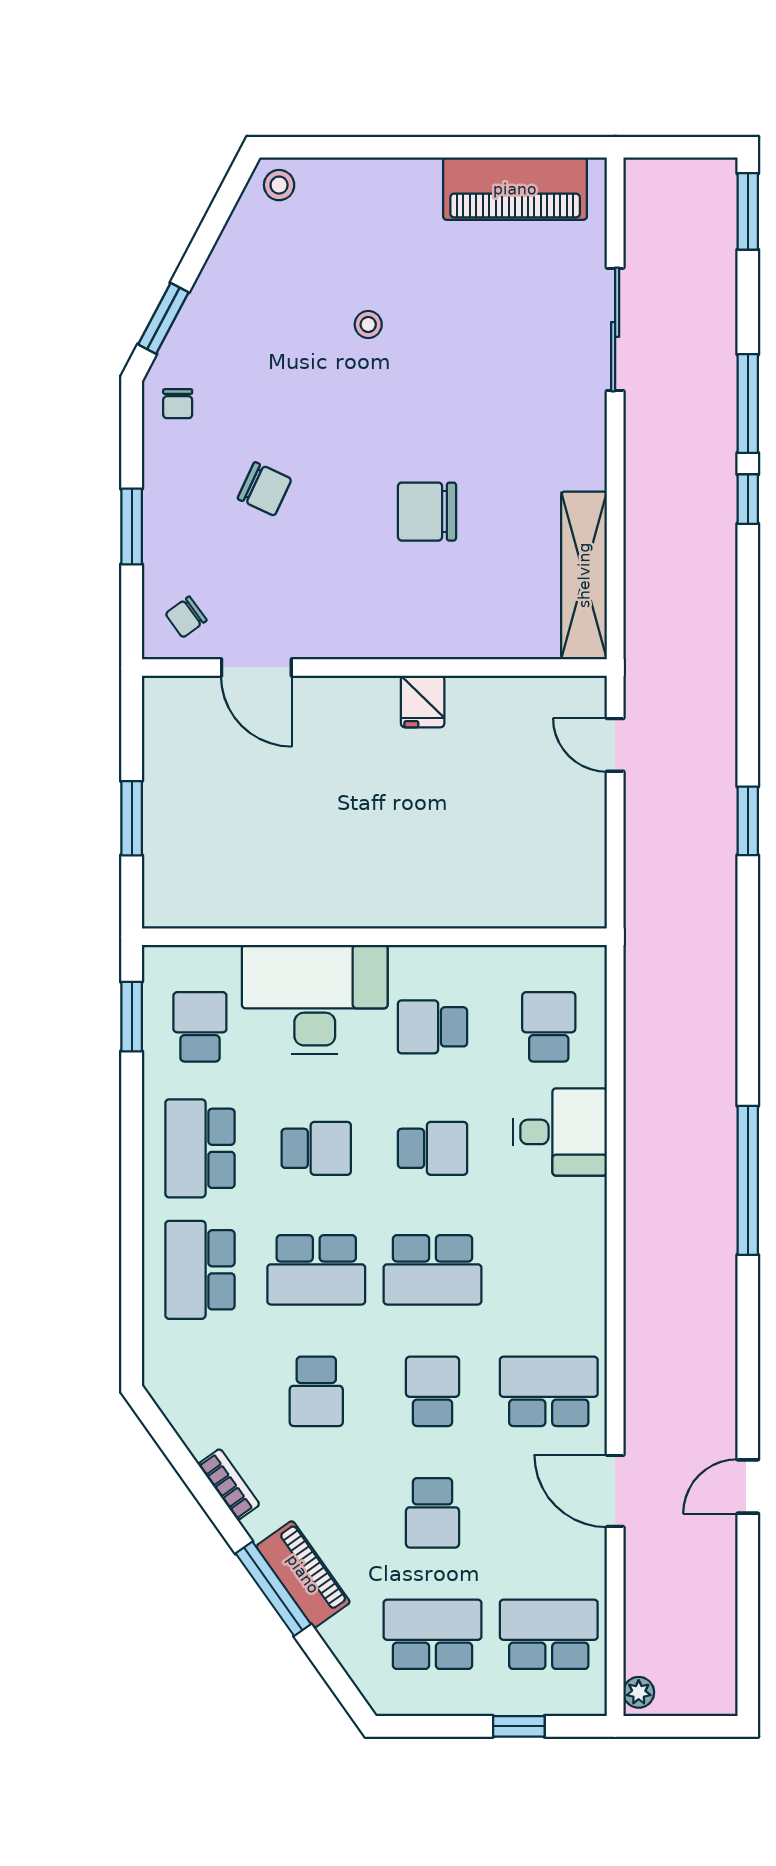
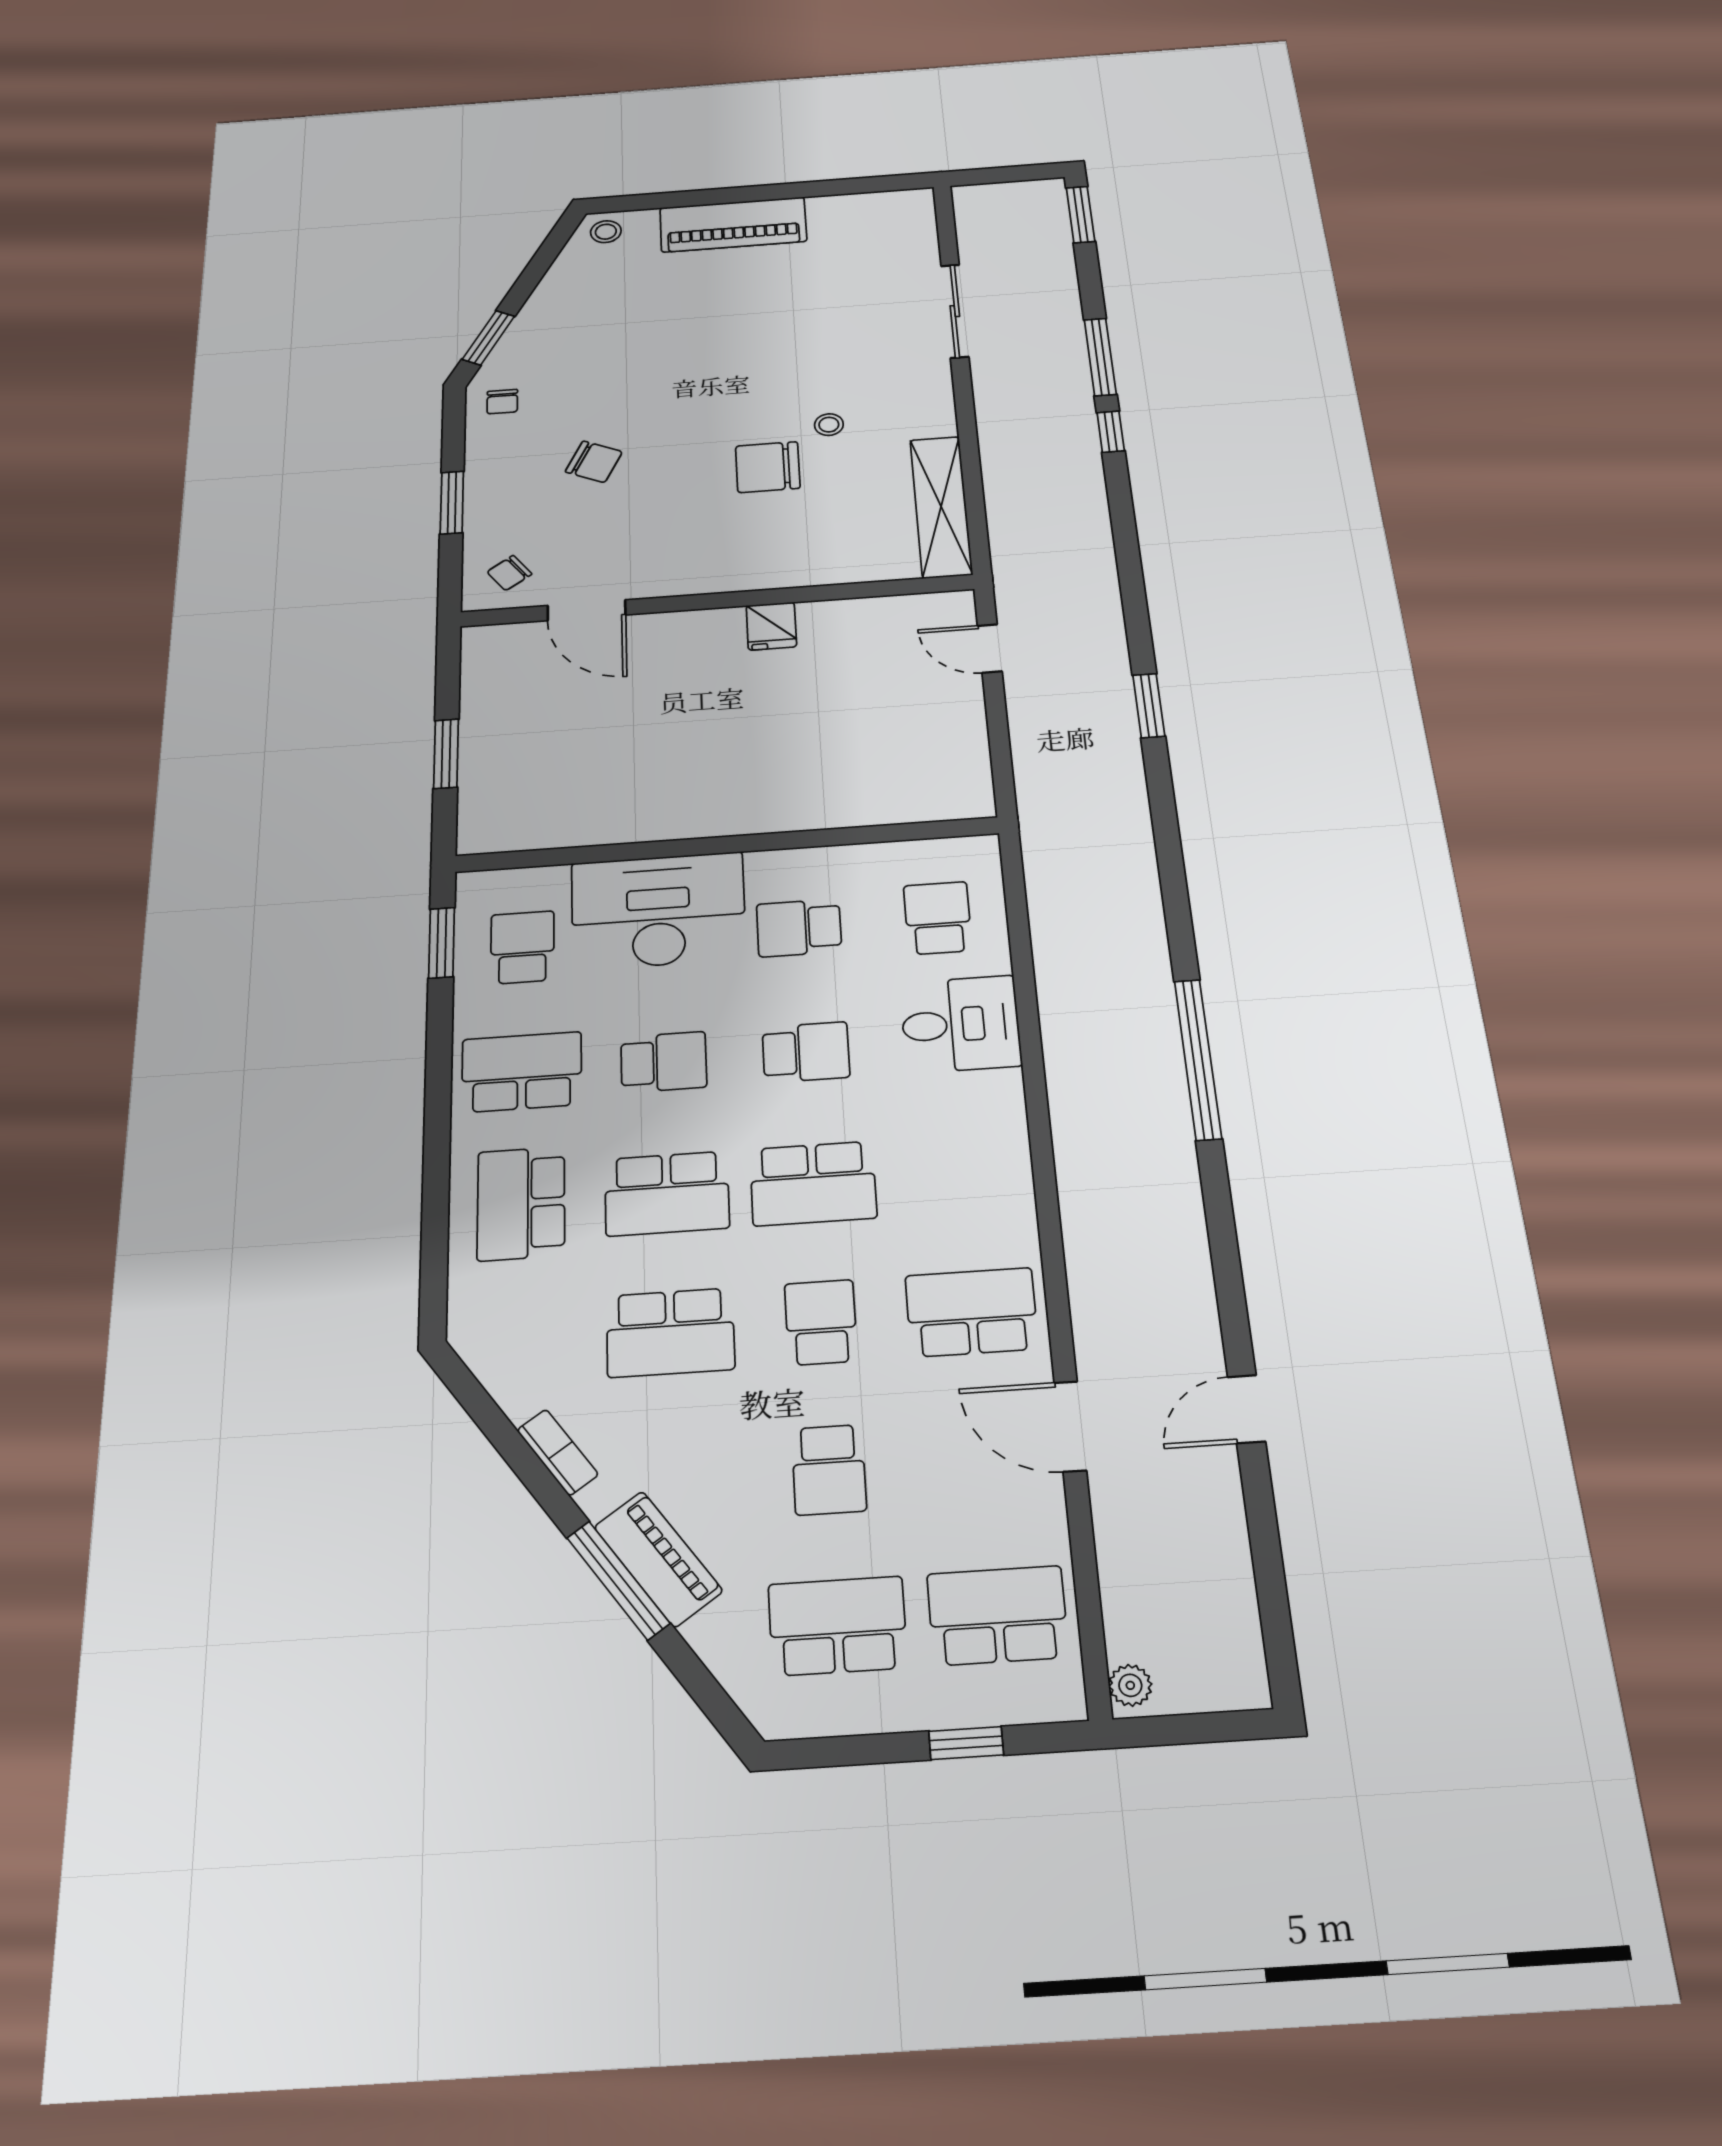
piano: (515, 189) -> (733, 225), moved
stool: (368, 324) -> (829, 425), moved
school desk: (200, 1148) -> (522, 1072), turned 90
school desk: (316, 1391) -> (670, 1333), width x1.85

